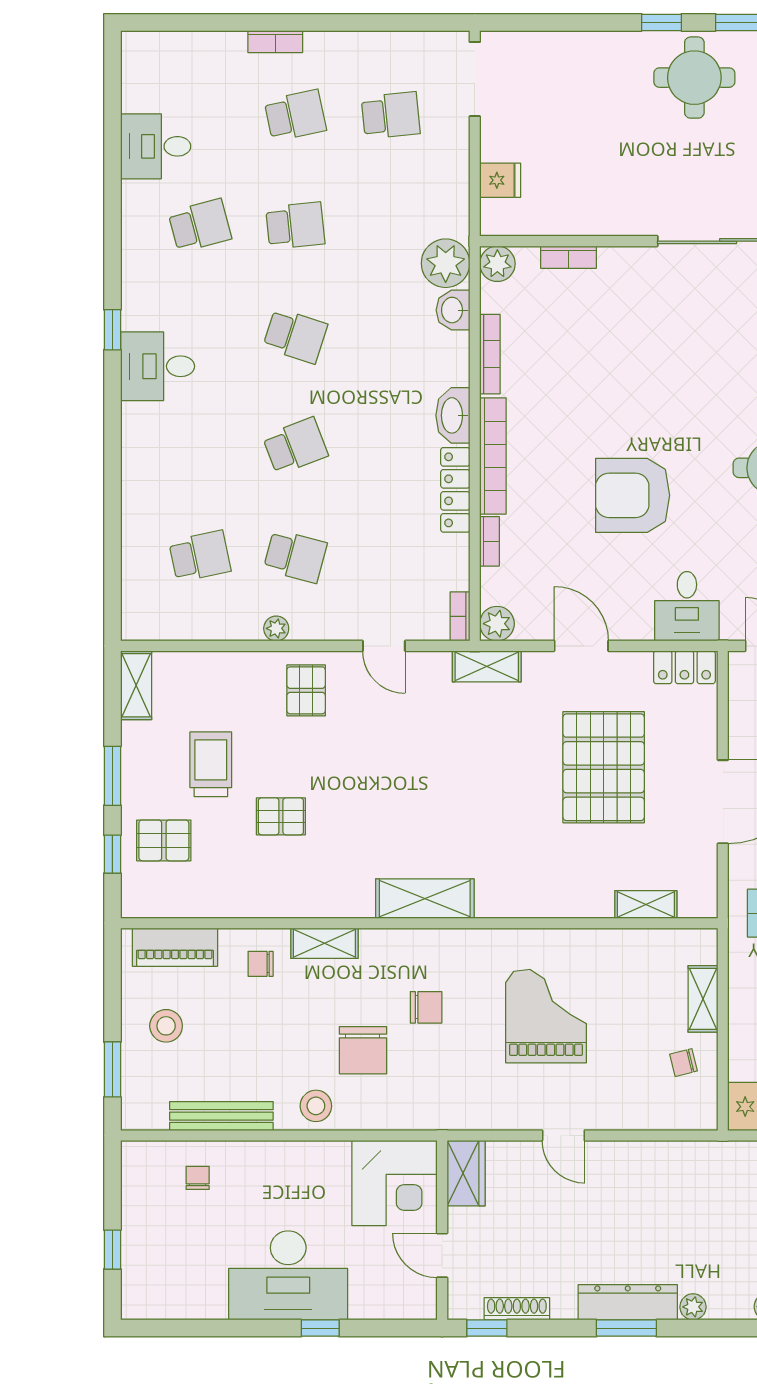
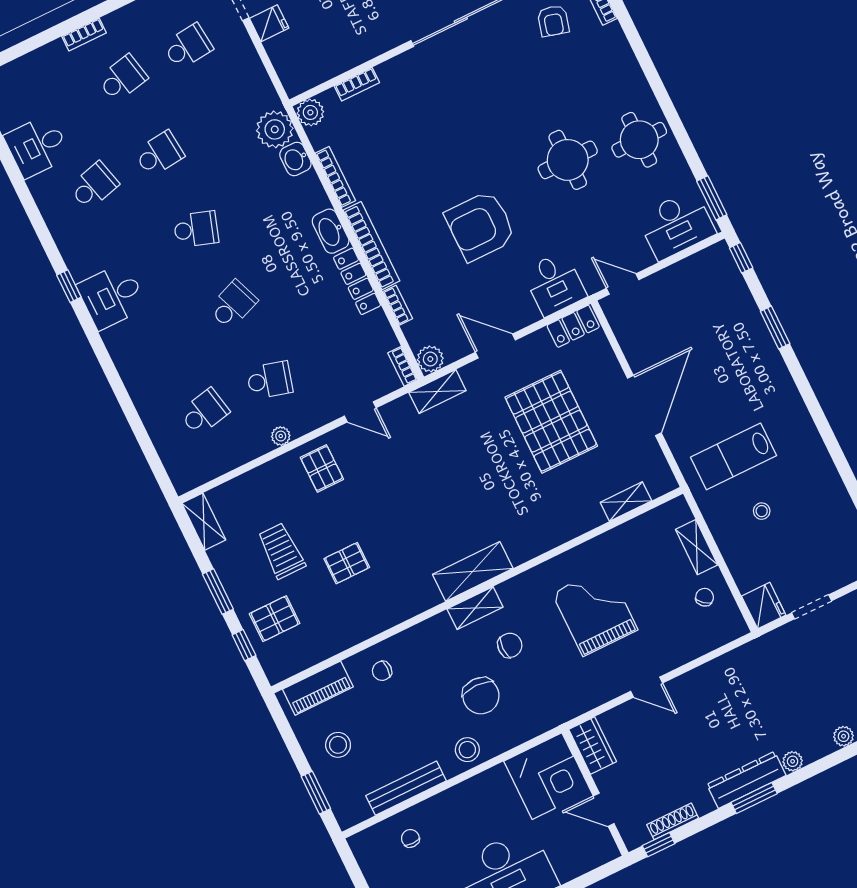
fridge: (500, 180) -> (269, 23), moved
shelving: (324, 943) -> (475, 608), moved
chair: (683, 1063) -> (705, 597), turned 145

